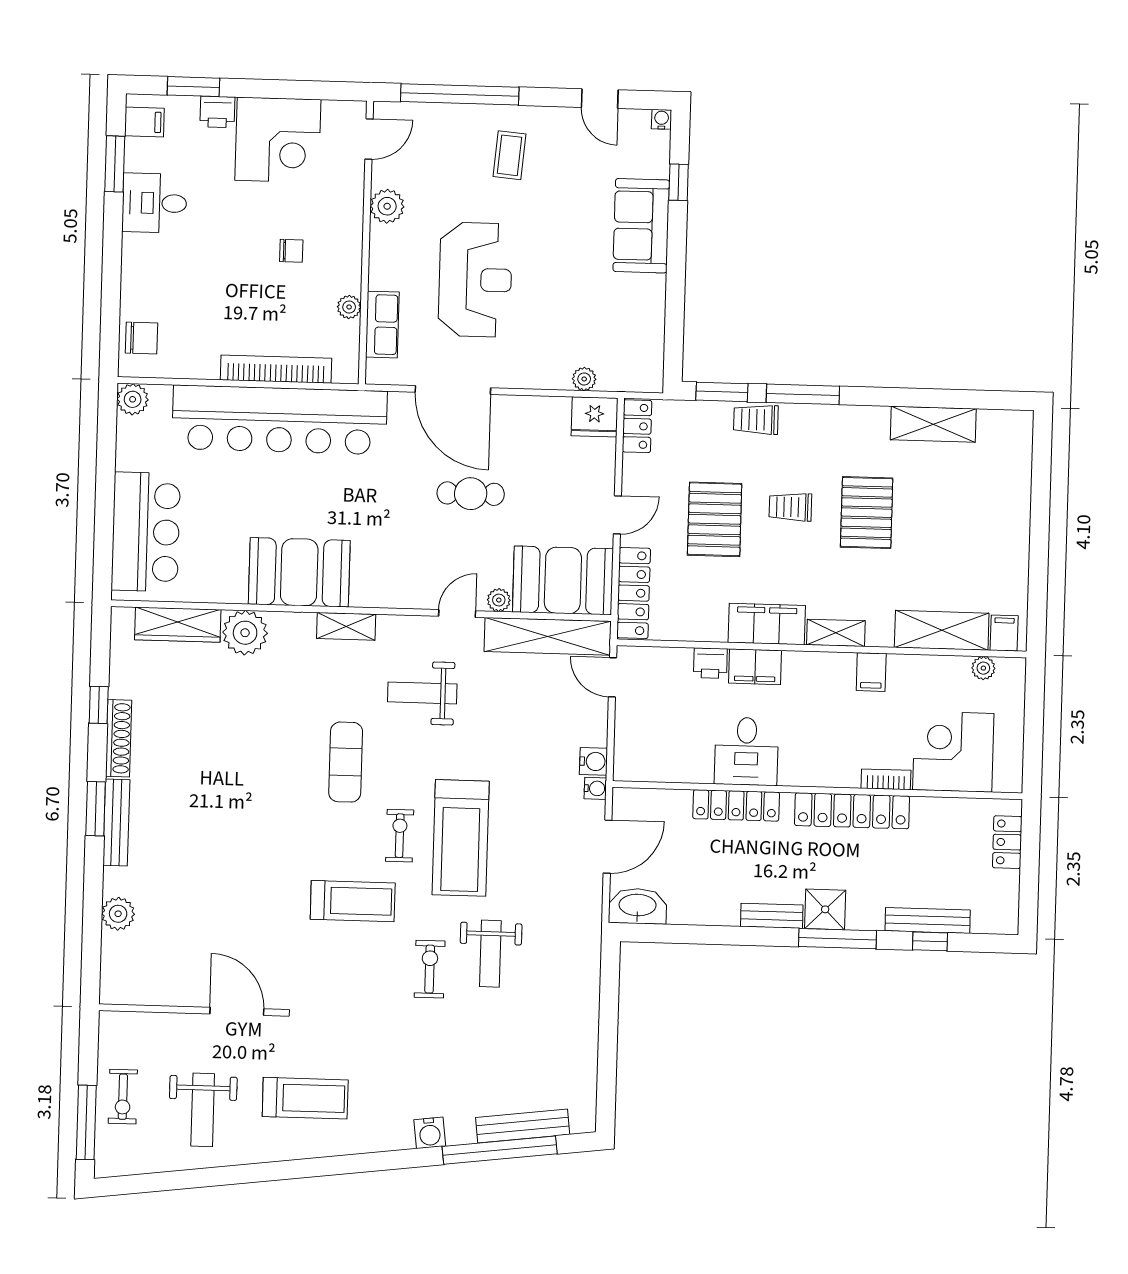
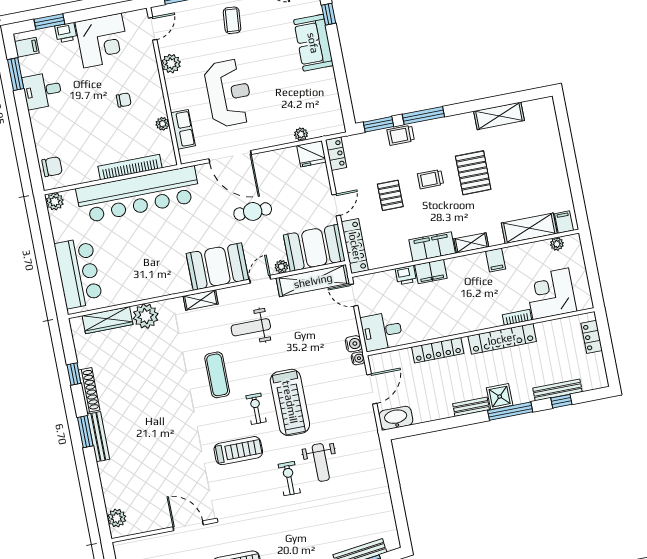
pallet: (715, 519) -> (390, 195), width x0.67, depth x0.71
booth: (299, 572) -> (217, 267), moved
desk: (746, 751) -> (382, 331), moved, turned 90
plant: (118, 914) -> (117, 518), moved

